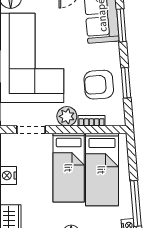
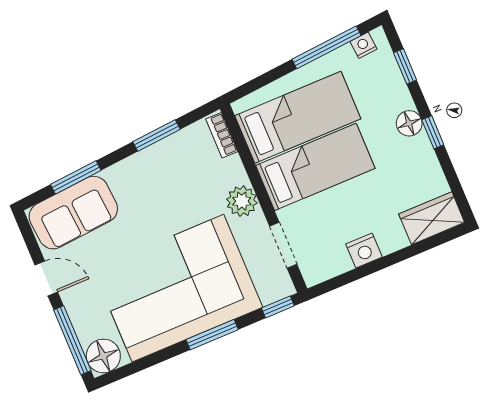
armchair: (99, 85) -> (176, 174), removed
bookcase: (91, 121) -> (222, 135), moved

